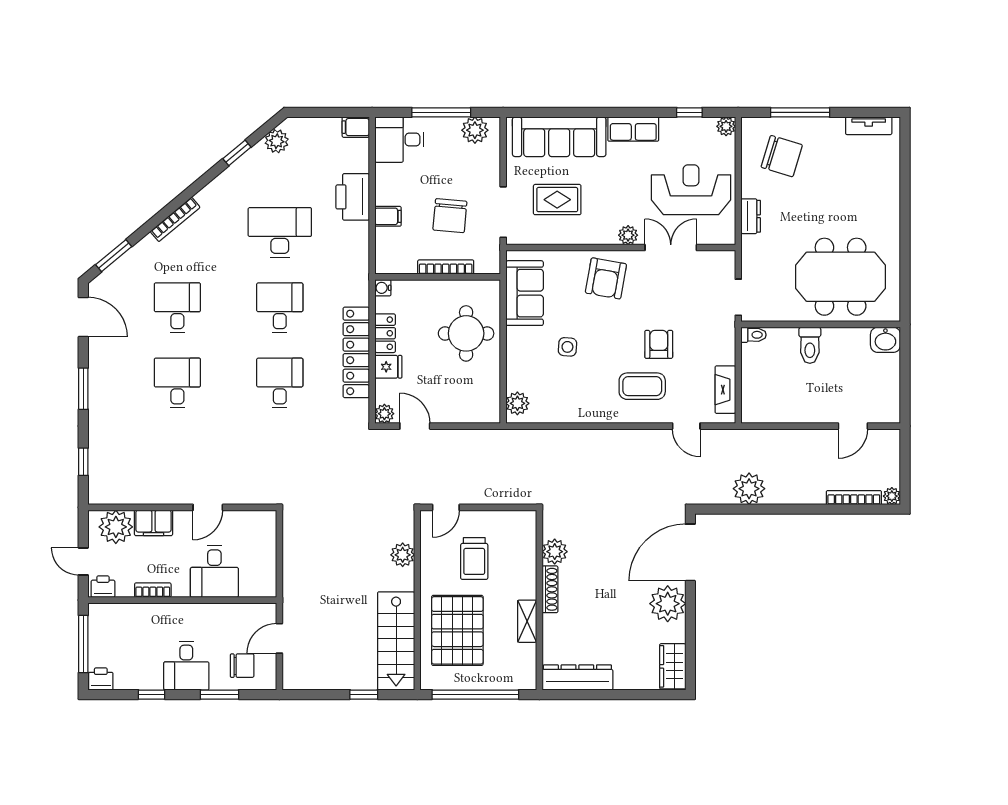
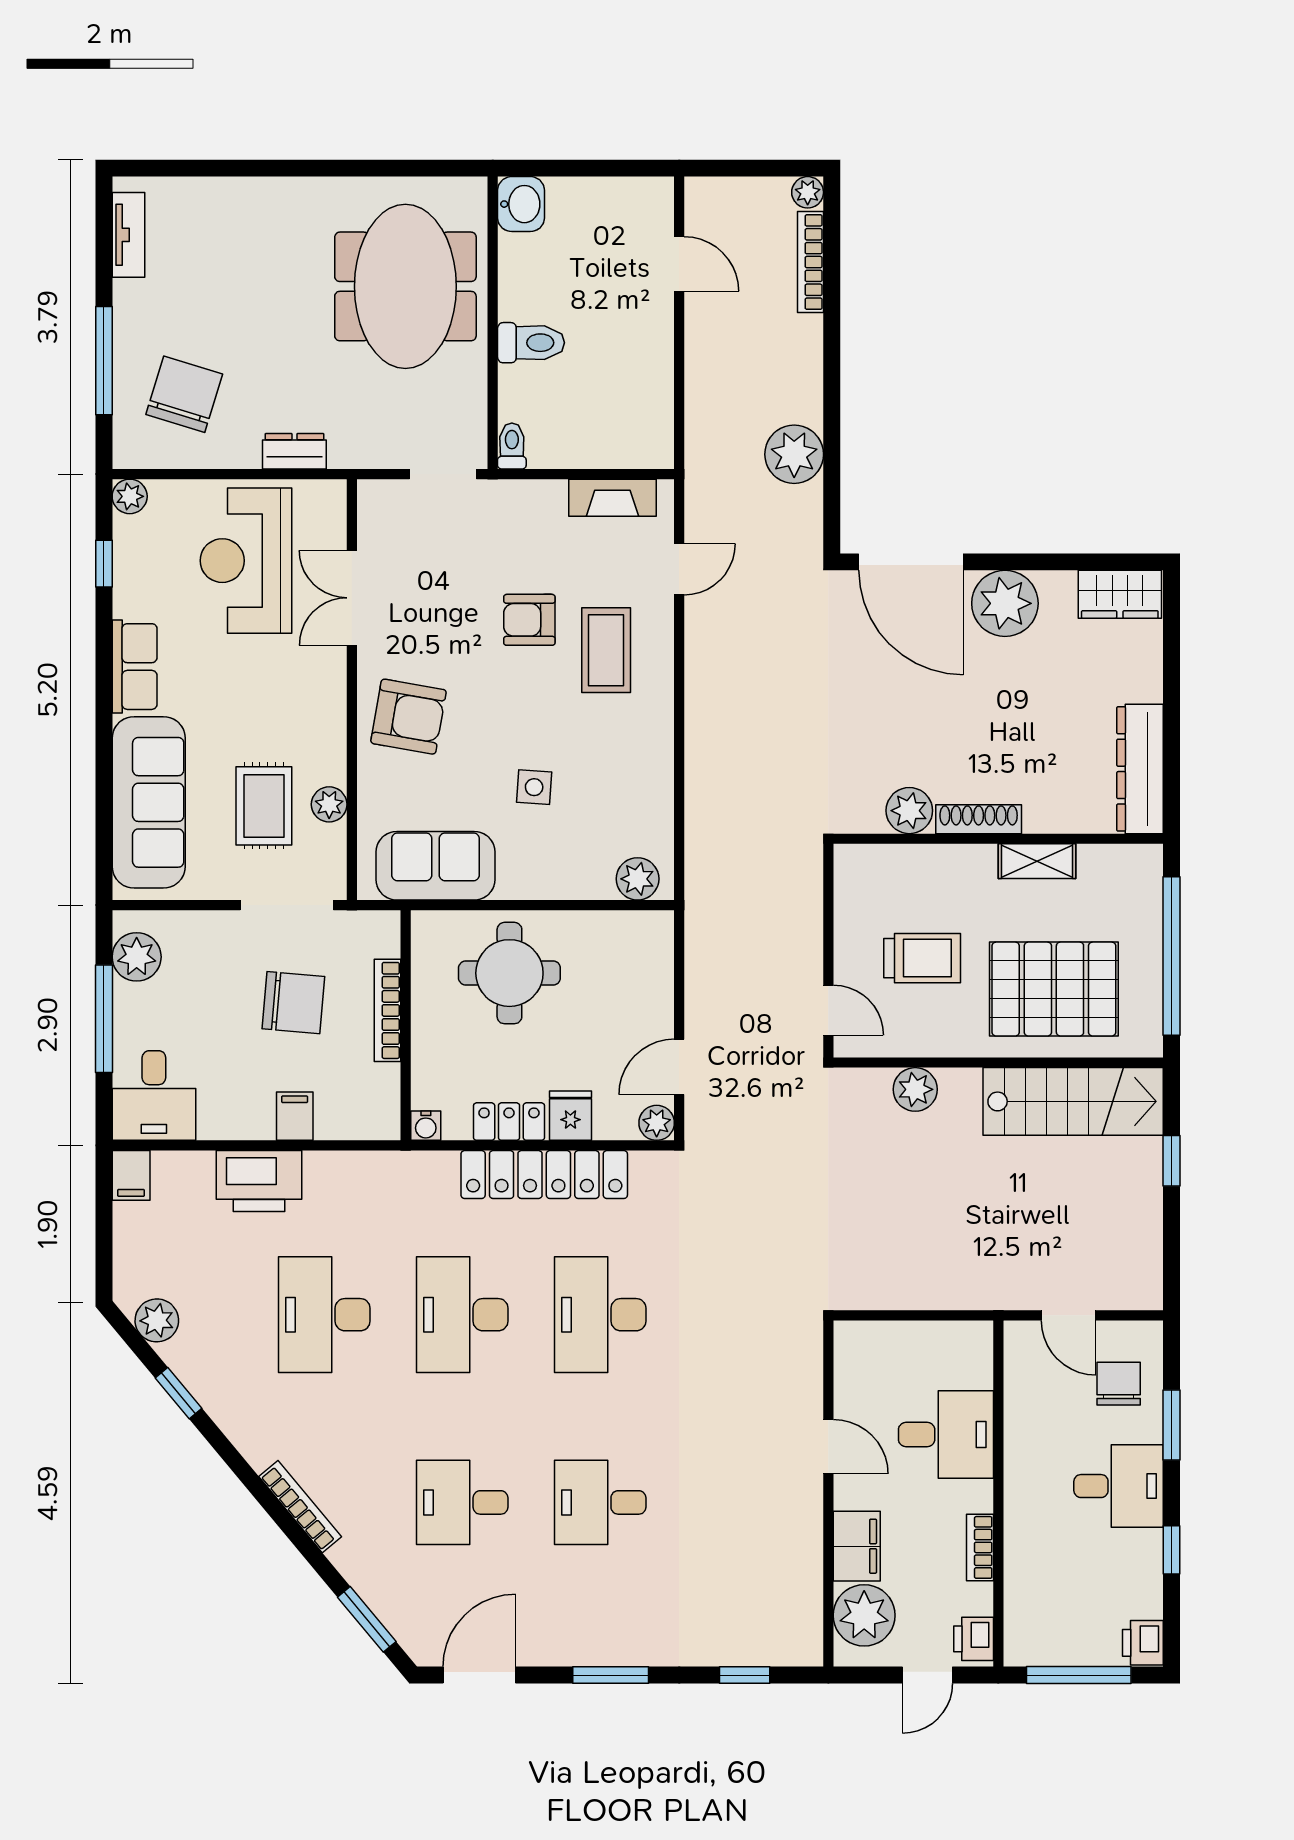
plant: (628, 235) -> (329, 804), moved
desk: (280, 308) -> (462, 1315), width x1.37
desk: (280, 383) -> (600, 1315), width x1.37

